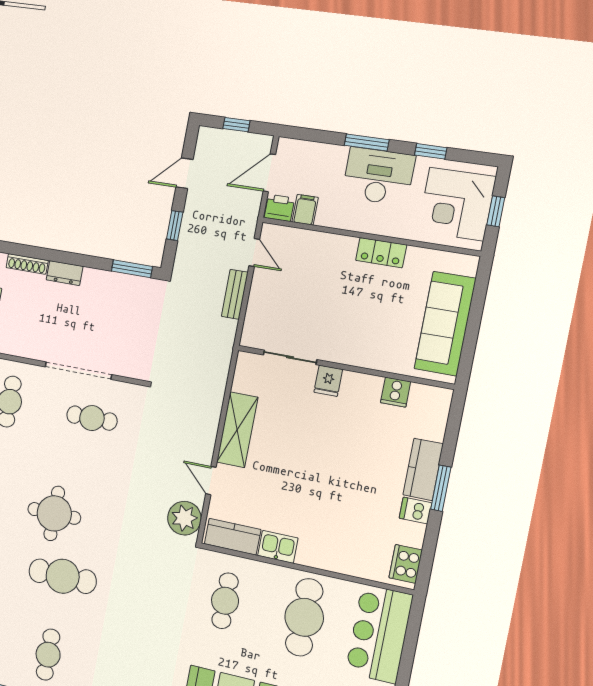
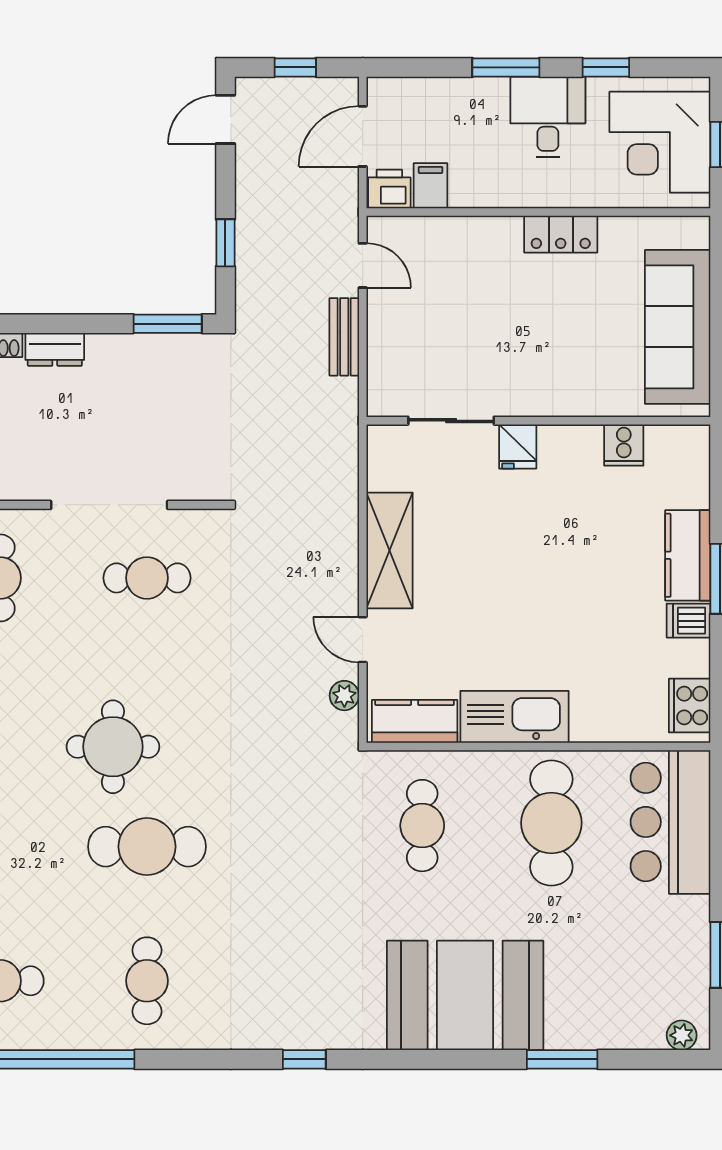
door: (184, 173) -> (225, 119), moved
desk: (378, 176) -> (548, 117), width x0.73
plant: (184, 518) -> (344, 696), width x0.53, depth x0.53
kitchen sink: (278, 547) -> (514, 717), width x1.87, depth x1.24

